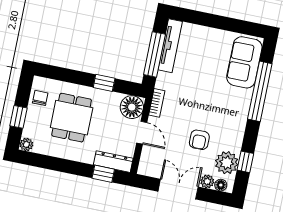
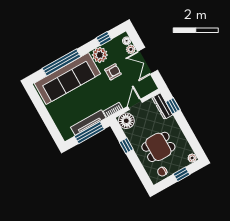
tv unit: (170, 46) -> (88, 123), moved
sofa: (244, 62) -> (67, 78), width x1.85, depth x1.27
plant: (227, 163) -> (100, 55), moved

